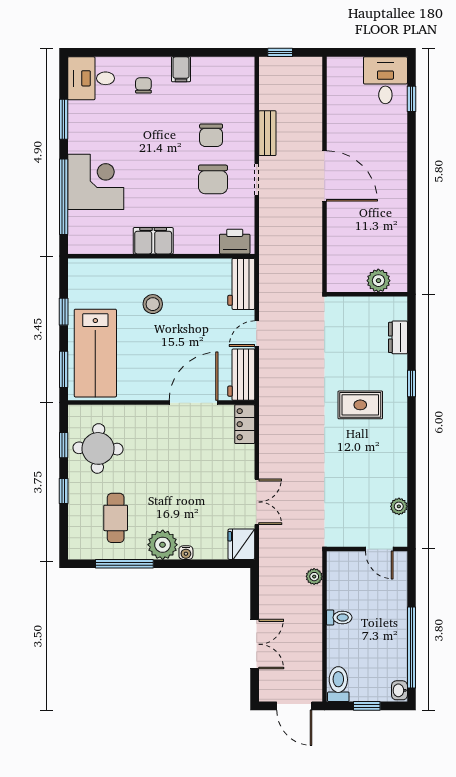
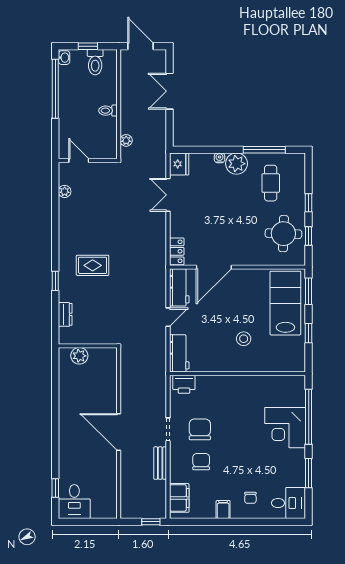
filing cabinet: (153, 241) -> (179, 498), moved, turned -90
toilet: (338, 684) -> (95, 62), moved

